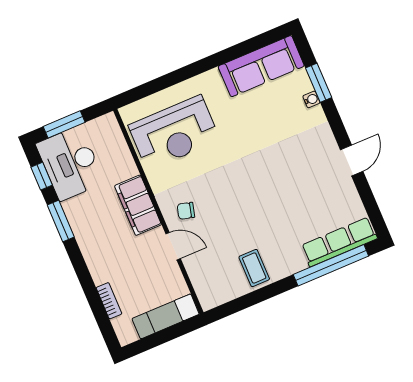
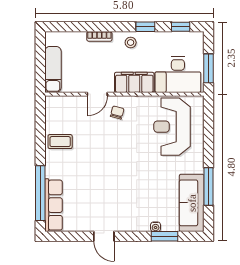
window: (231, 54) -> (208, 187), added
window: (64, 124) -> (208, 68), moved
desk: (70, 163) -> (178, 75), moved, turned 180
window: (61, 221) -> (145, 27), width x0.67
stool: (89, 232) -> (131, 42), added
bookcase: (109, 301) -> (99, 36), moved

